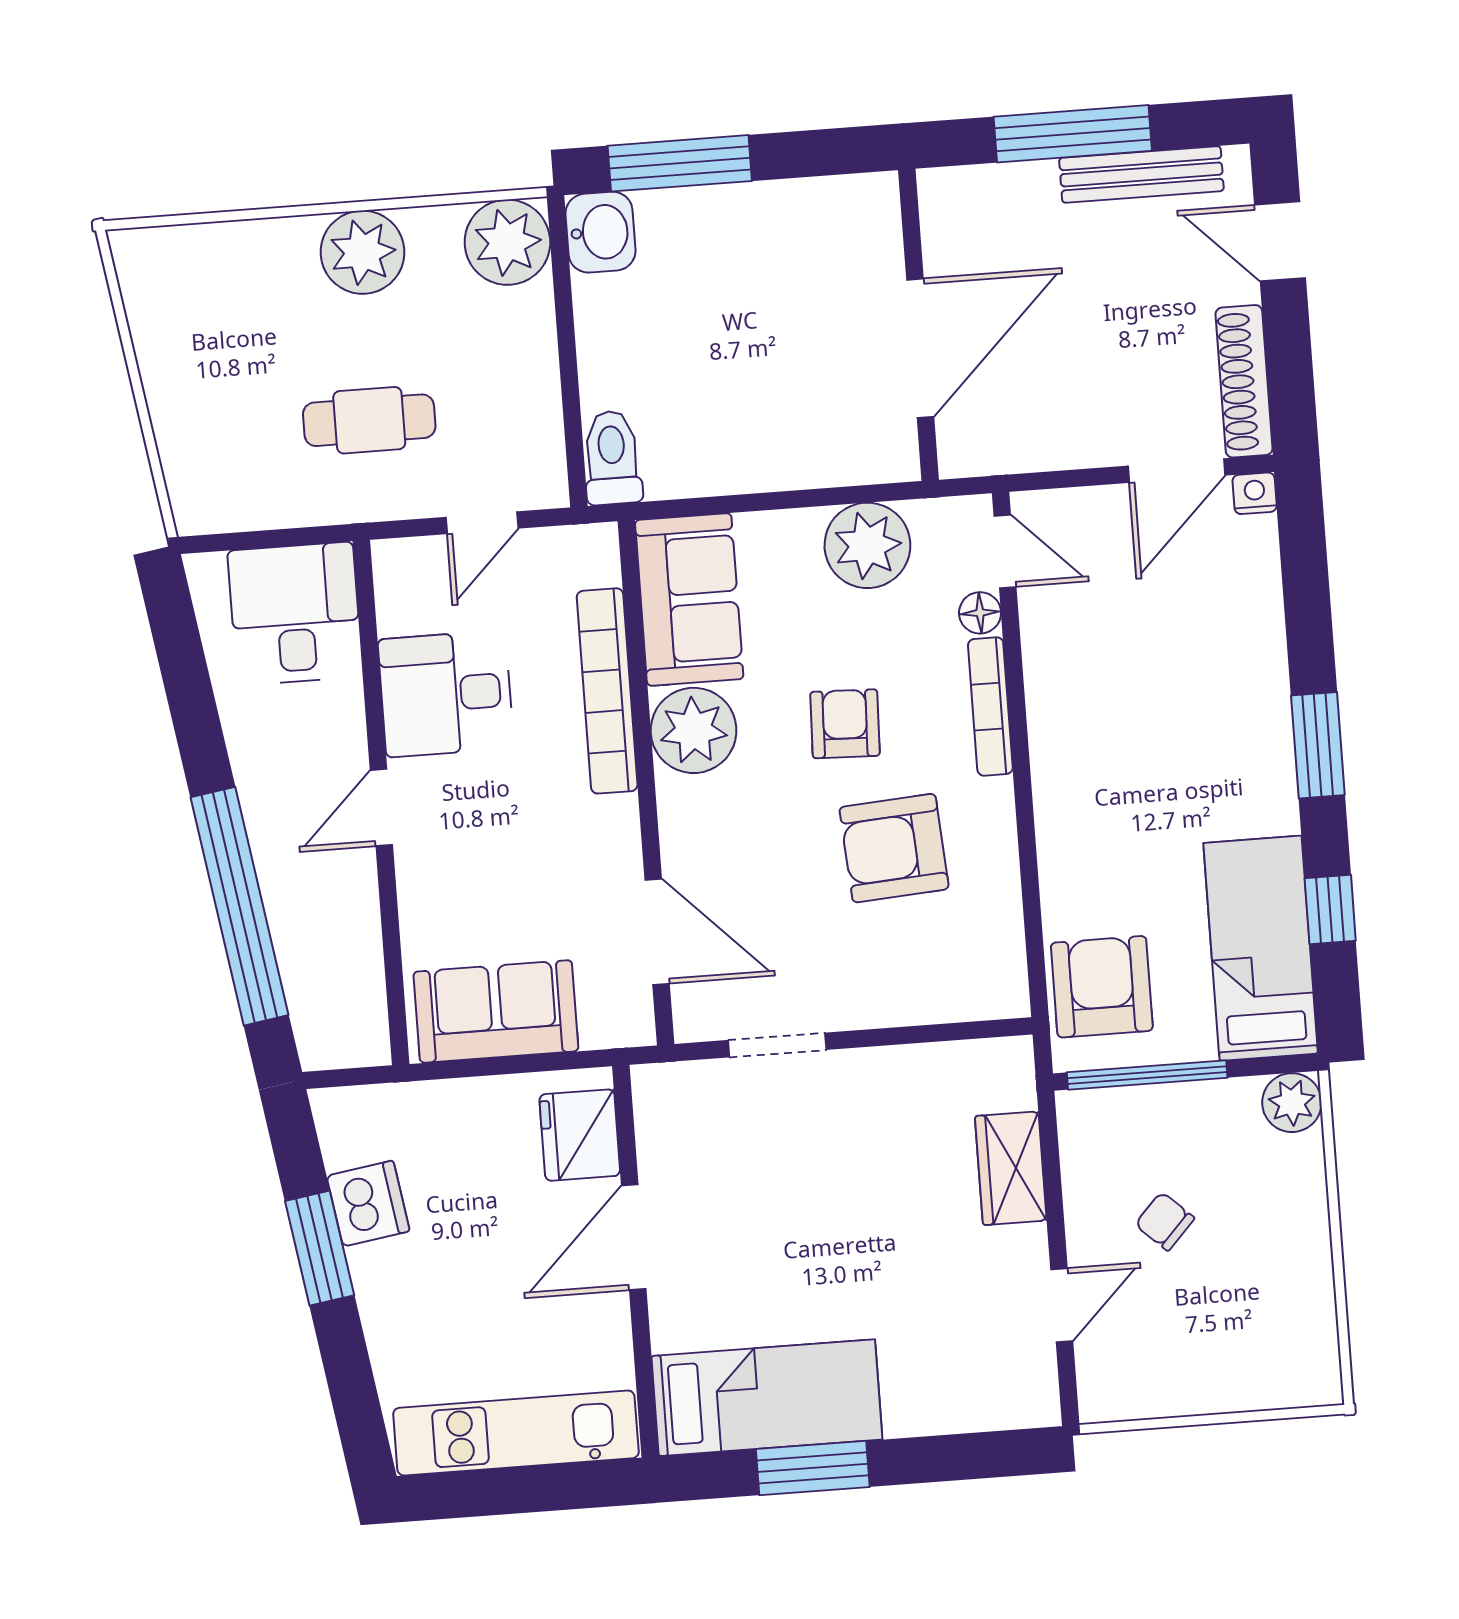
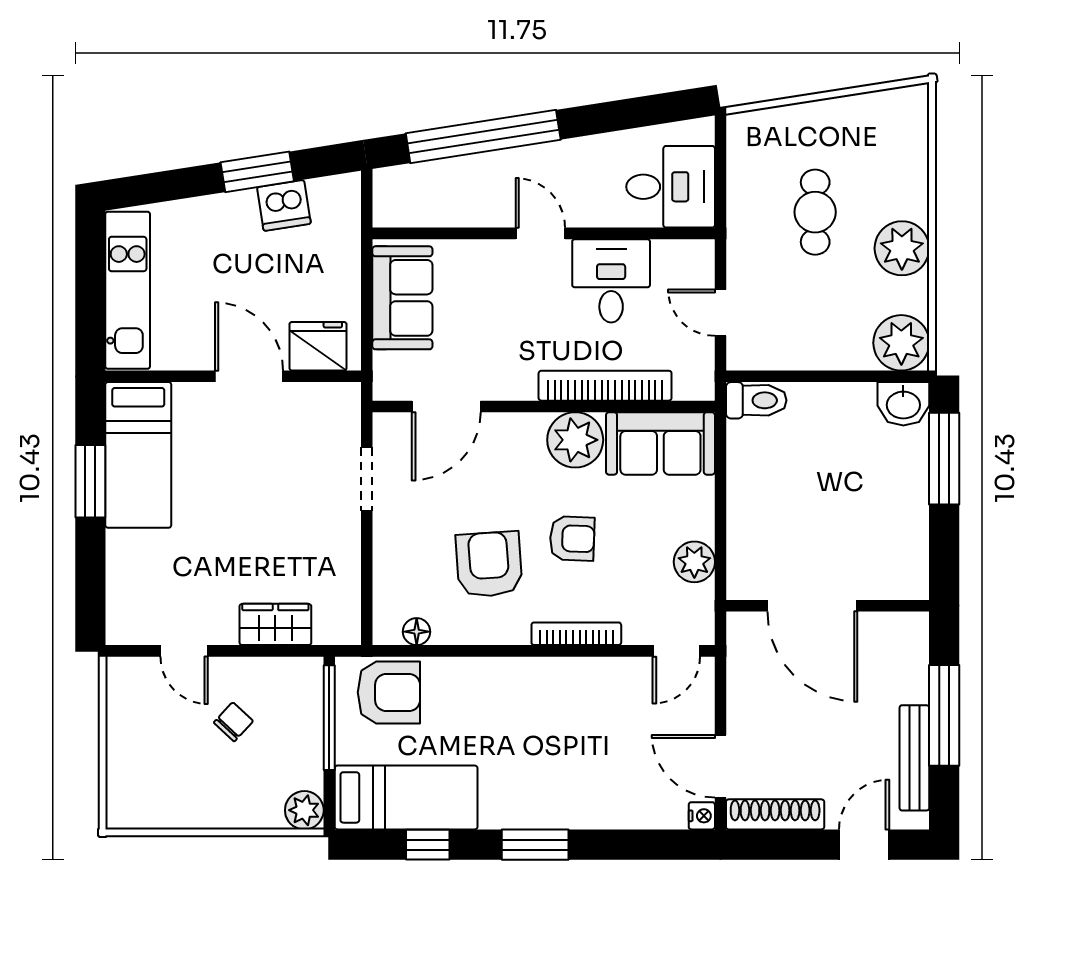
cafe table: (369, 420) -> (815, 212), moved
plant: (867, 545) -> (694, 562), width x0.73, depth x0.73
floor lamp: (980, 613) -> (417, 632), moved

